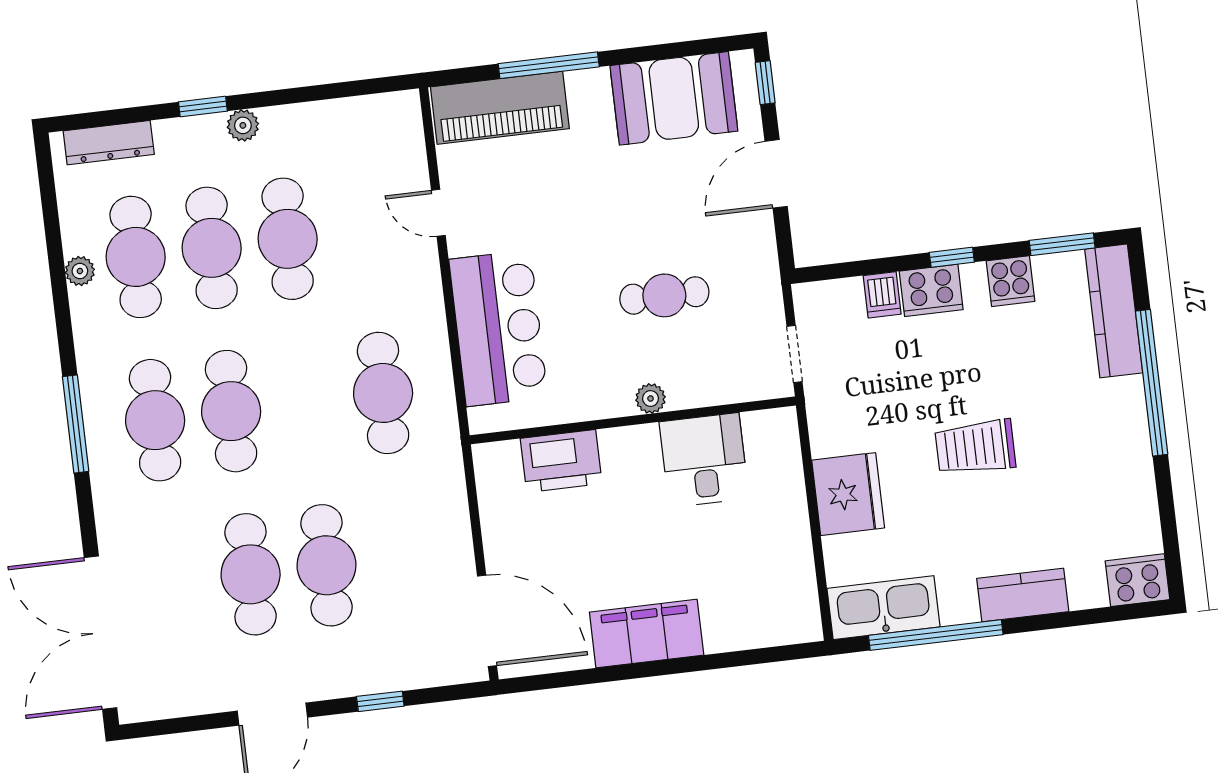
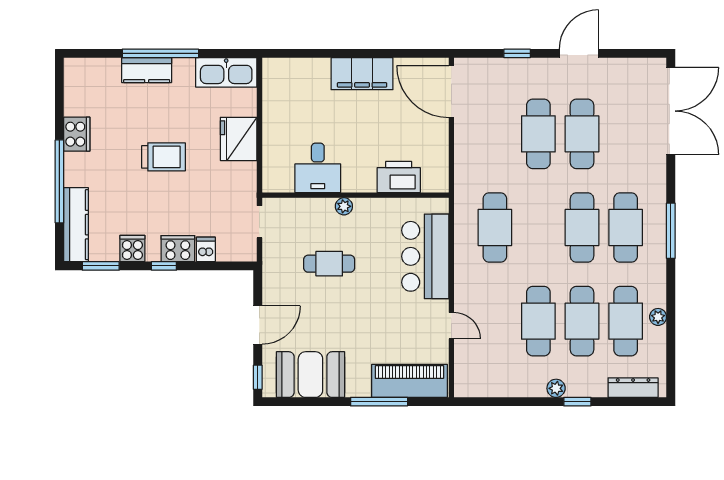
cooker: (1138, 580) -> (77, 134), moved, turned -90
window: (936, 635) -> (160, 53), moved

